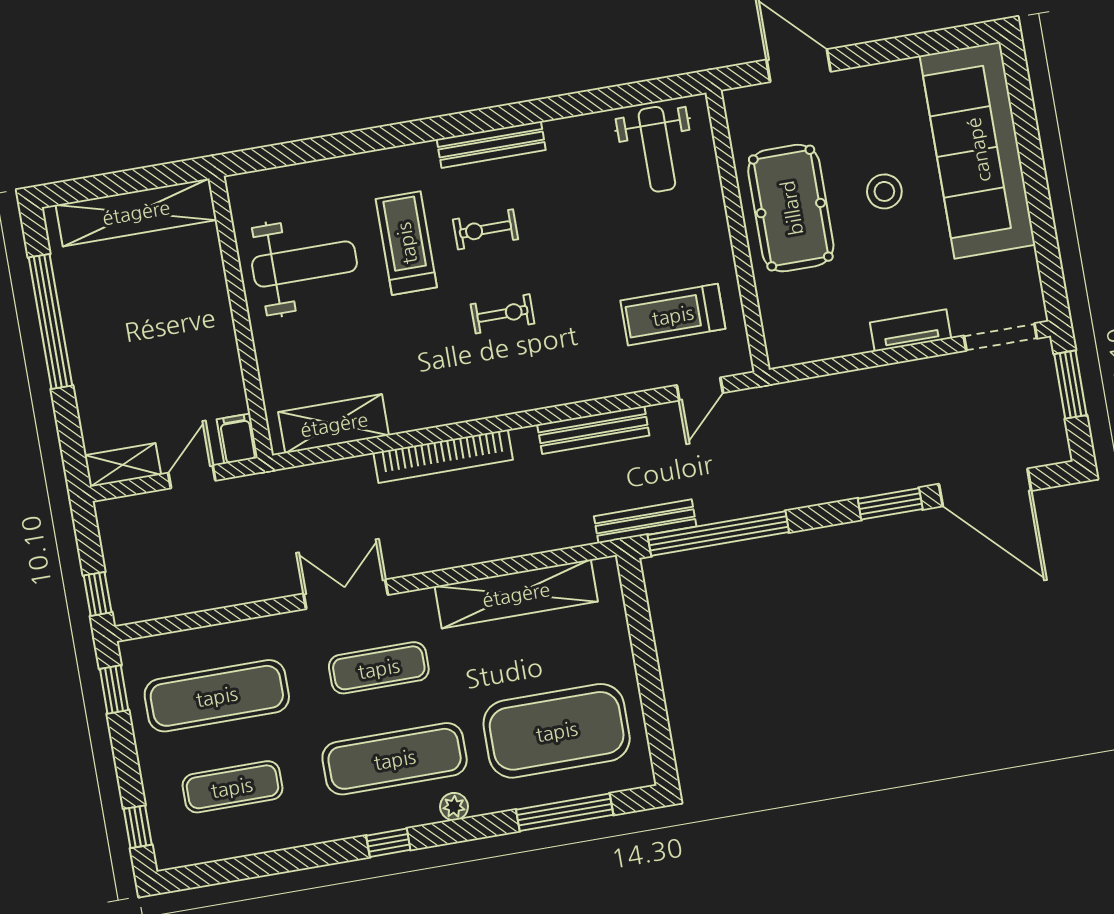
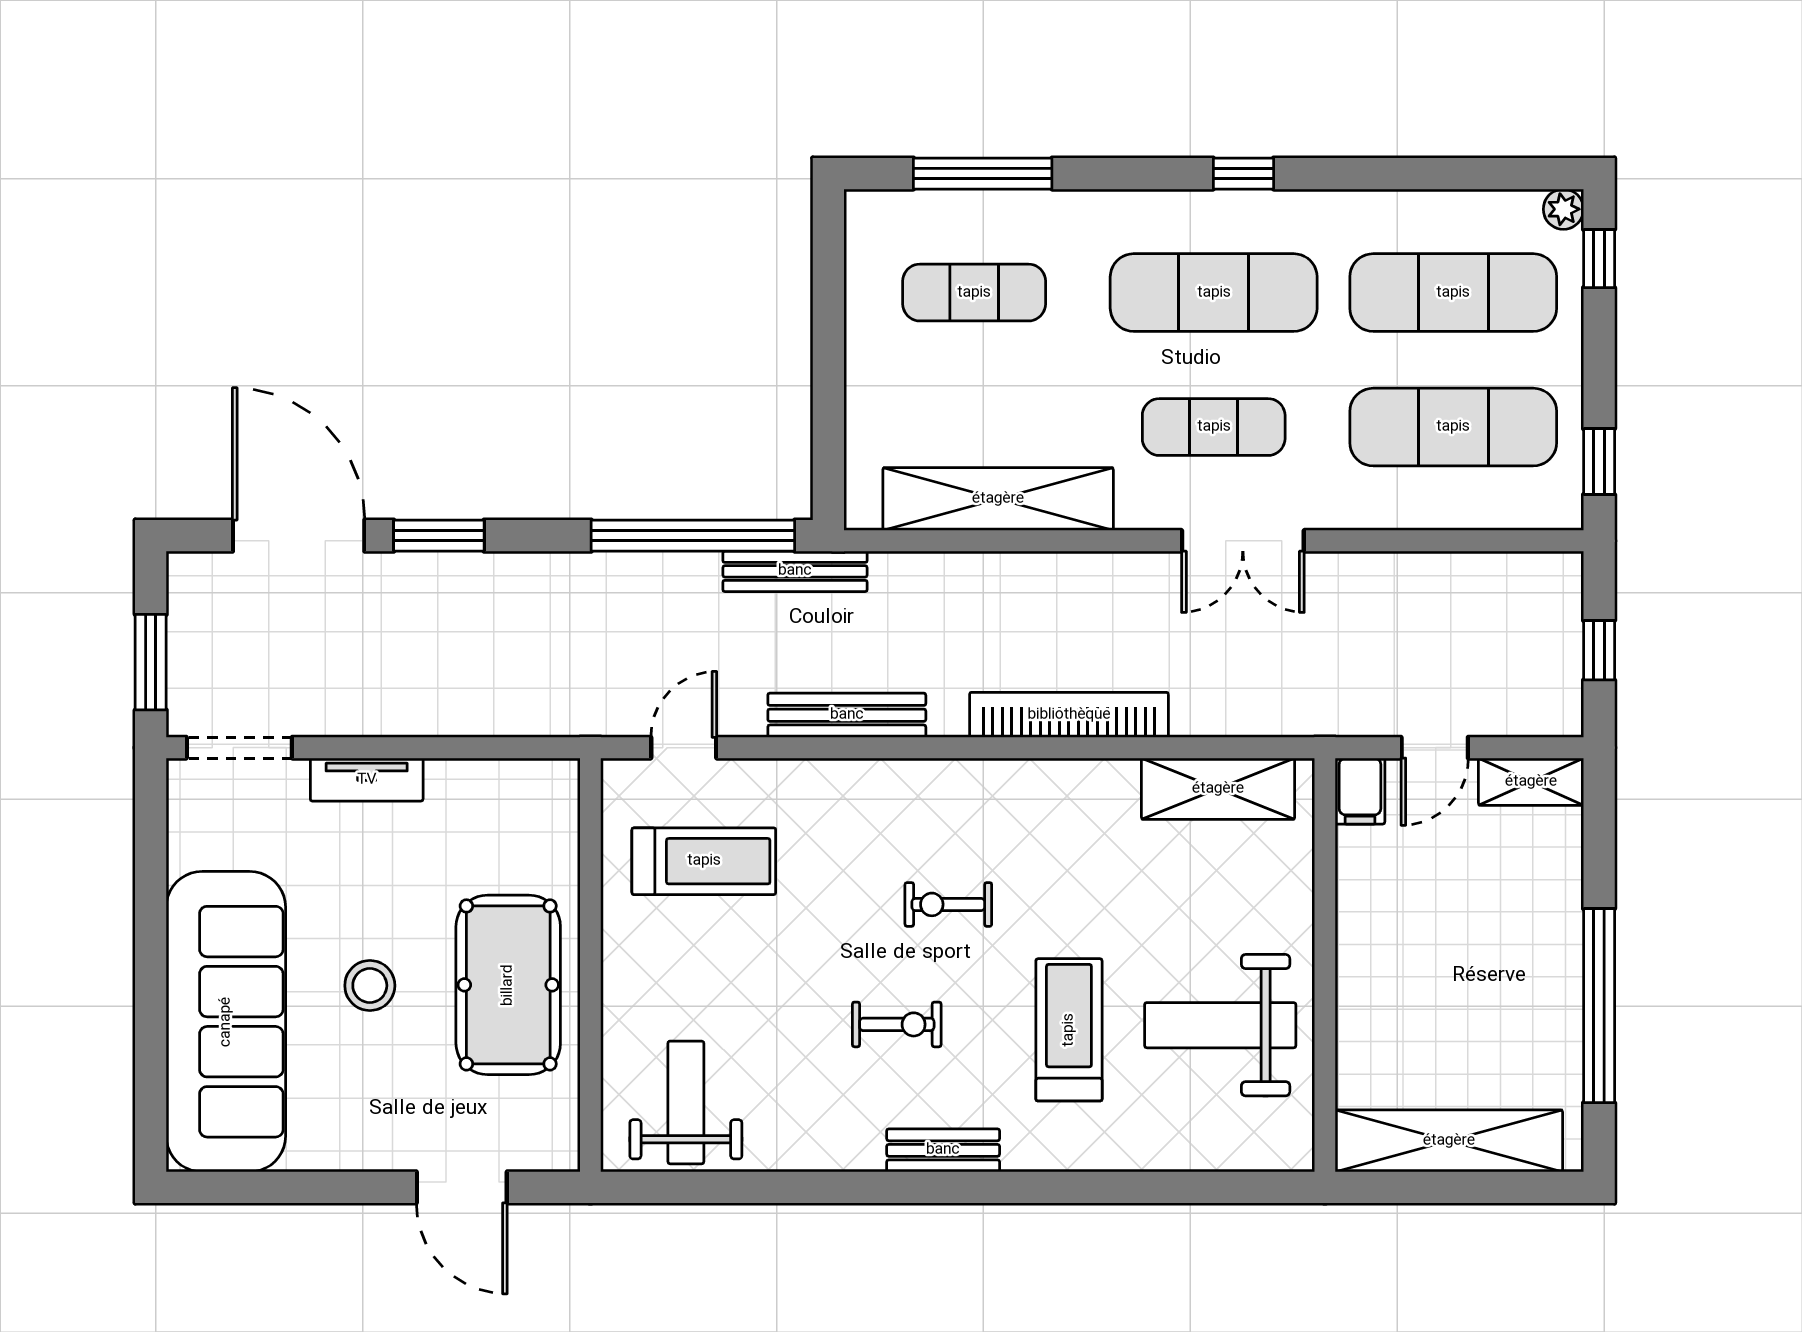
bench: (491, 145) -> (943, 1150), width x0.73
exercise bike: (485, 229) -> (897, 1024), moved
treadmill: (406, 243) -> (1069, 1030), turned 180
window: (98, 594) -> (1599, 650), moved
exercise mat: (557, 731) -> (974, 293), width x0.50, depth x0.69
exercise mat: (232, 787) -> (1453, 293), width x1.36, depth x1.45
plant: (454, 807) -> (1563, 209), moved

